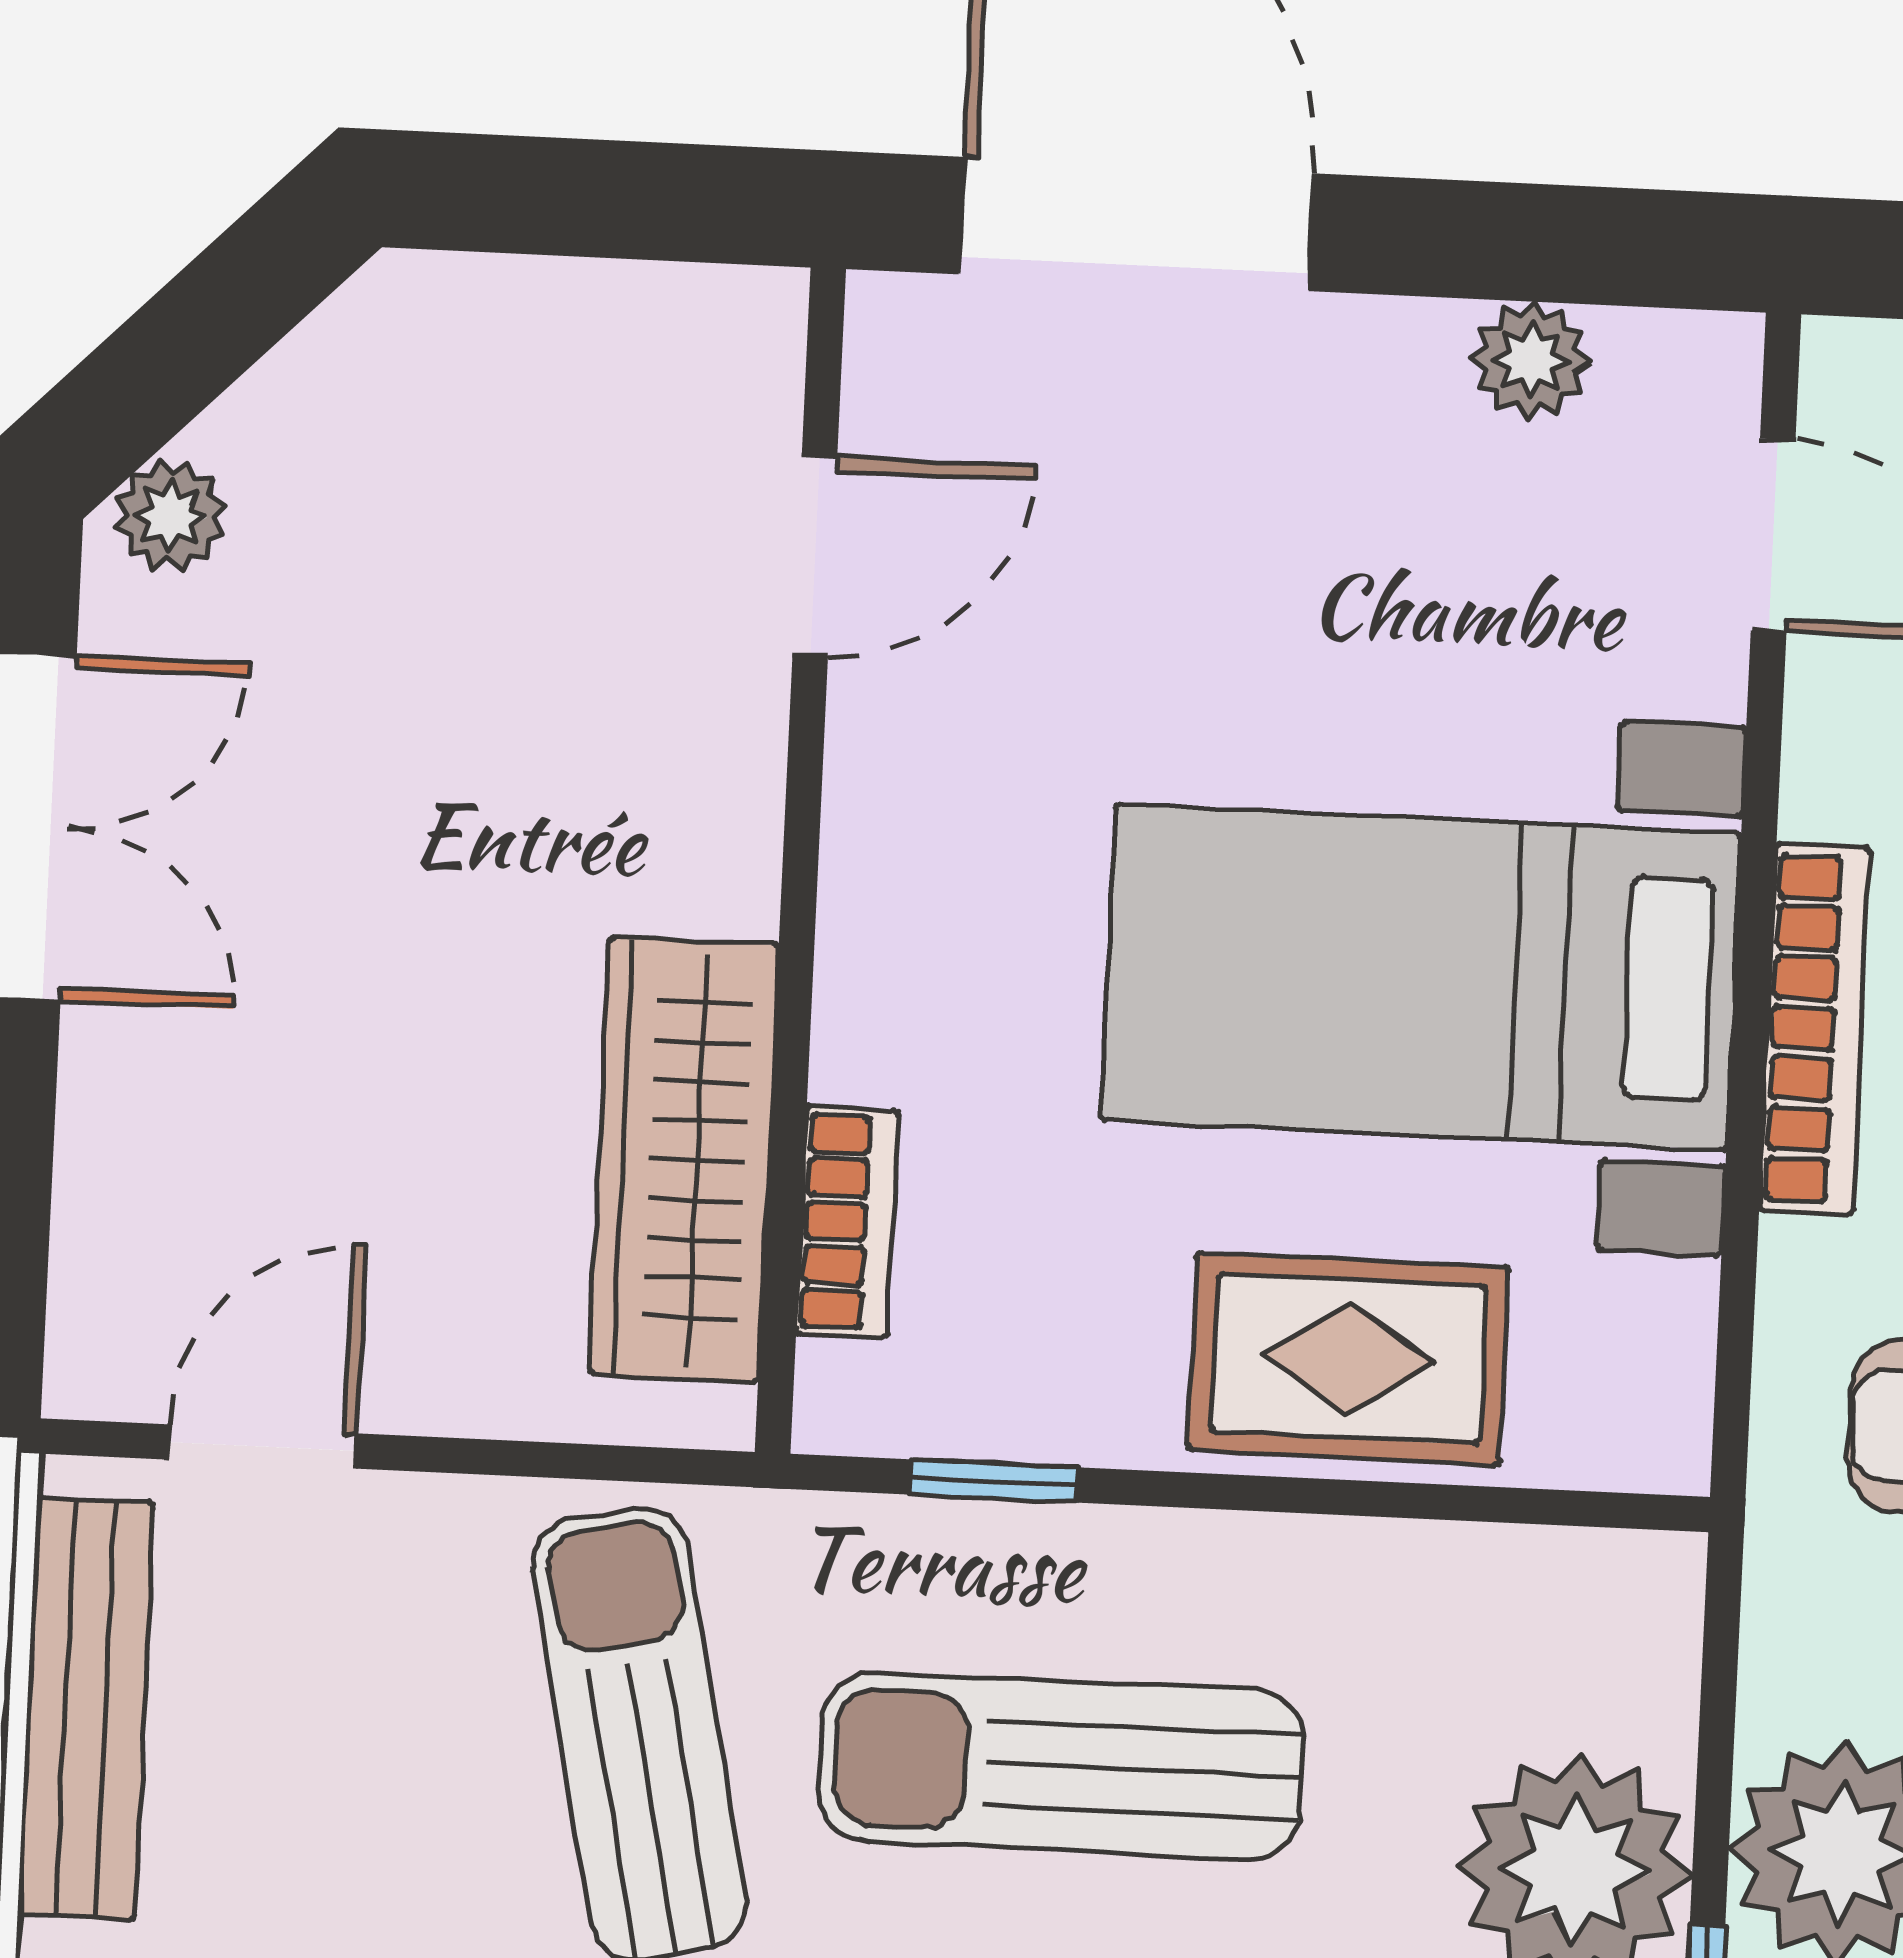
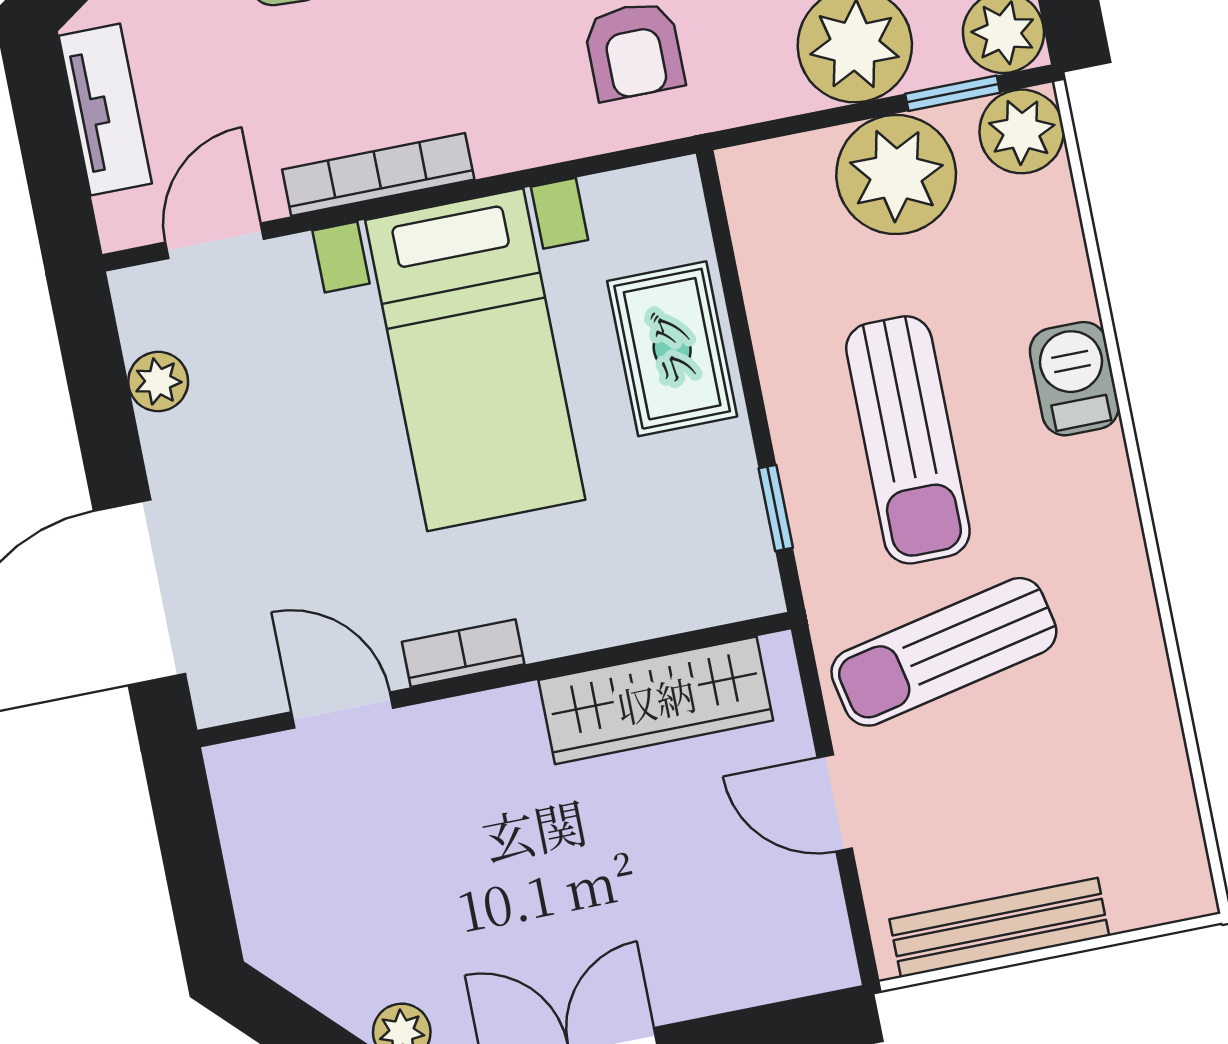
bookcase: (1815, 1029) -> (378, 175), moved
bookcase: (847, 1222) -> (463, 653), moved
door: (262, 1446) -> (835, 803), moved

